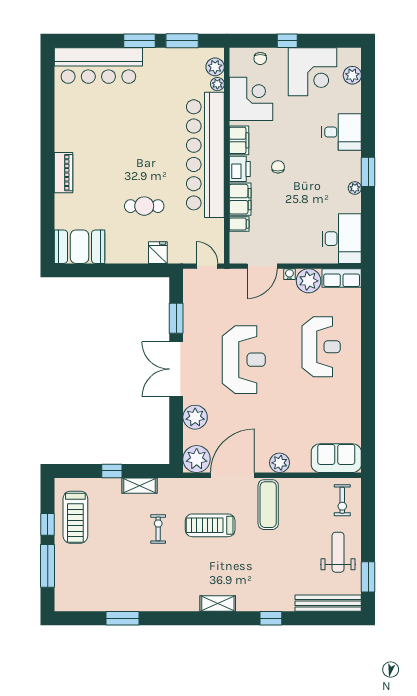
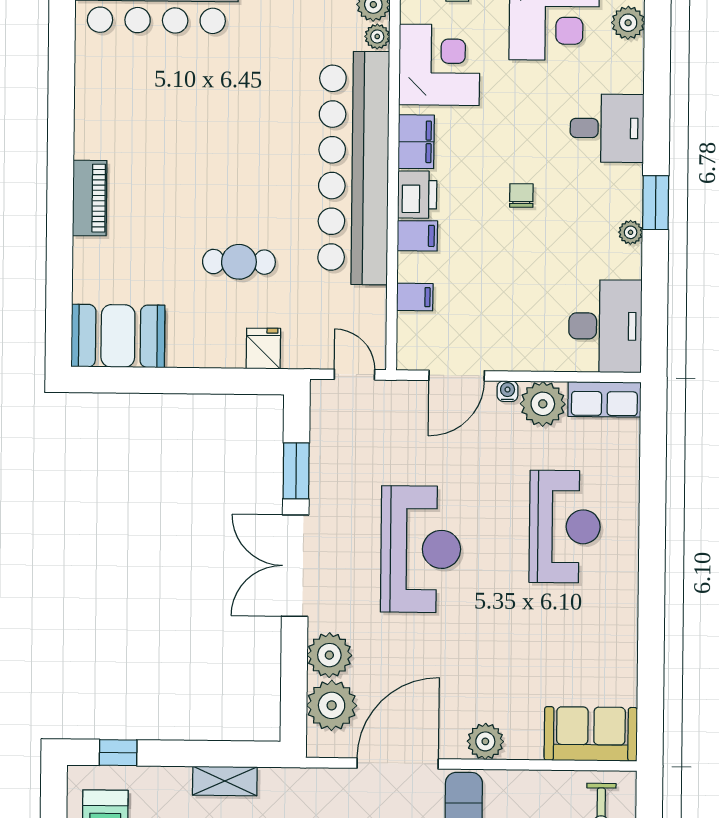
chair: (278, 167) -> (521, 195), moved
filing cabinet: (240, 199) -> (417, 236), width x0.50
plant: (197, 459) -> (332, 705), moved
window: (112, 471) -> (118, 753), moved

